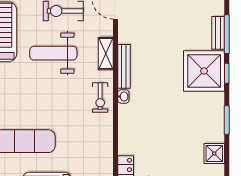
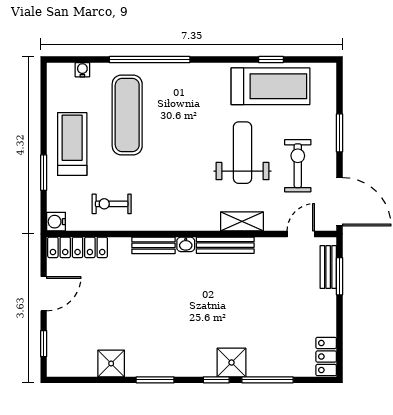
bench: (218, 33) -> (153, 245), moved
shower: (204, 71) -> (232, 363), width x0.54, depth x0.54
exercise bike: (100, 97) -> (112, 204), moved

